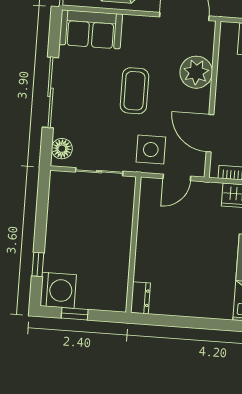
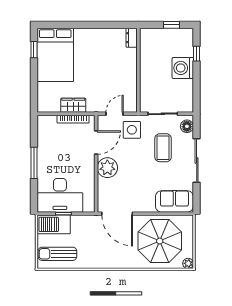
plant: (196, 72) -> (107, 168), moved
coffee table: (134, 91) -> (163, 148), moved
door: (210, 133) -> (96, 143), hinge flipped
washing machine: (58, 290) -> (183, 68), moved

